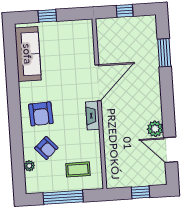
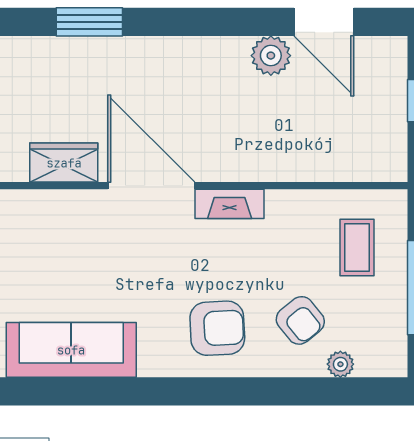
wardrobe: (105, 46) -> (64, 163), added
armchair: (46, 148) -> (300, 320), turned 93
door: (170, 150) -> (324, 22), hinge flipped

